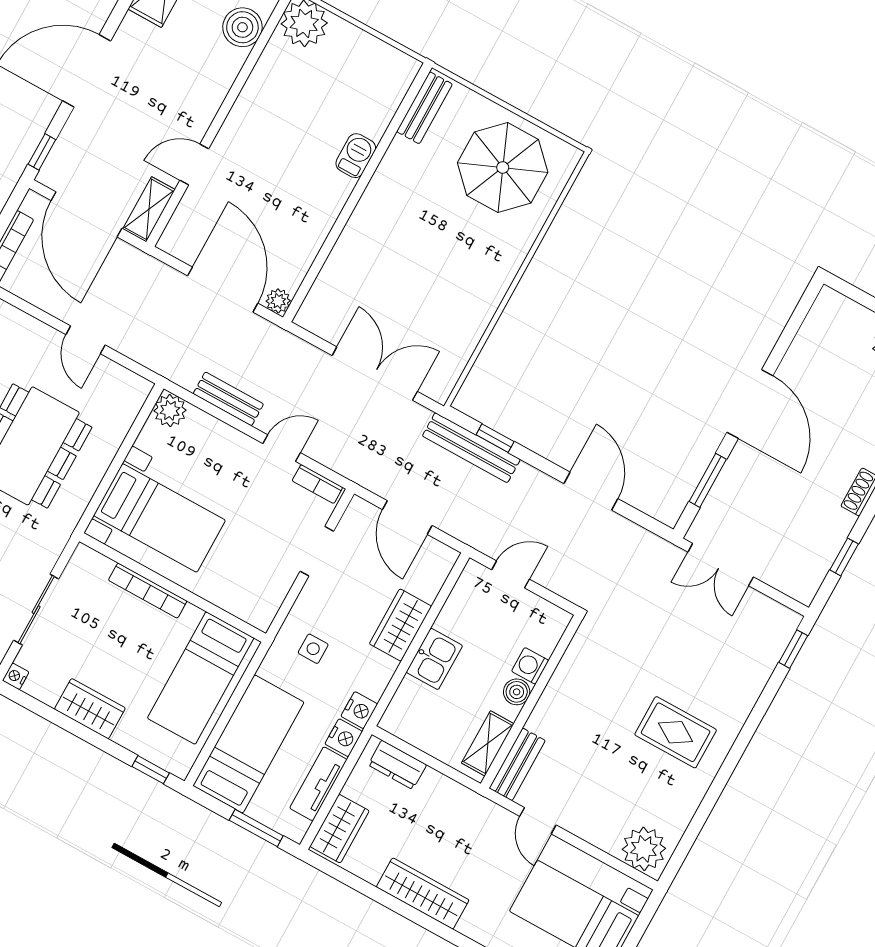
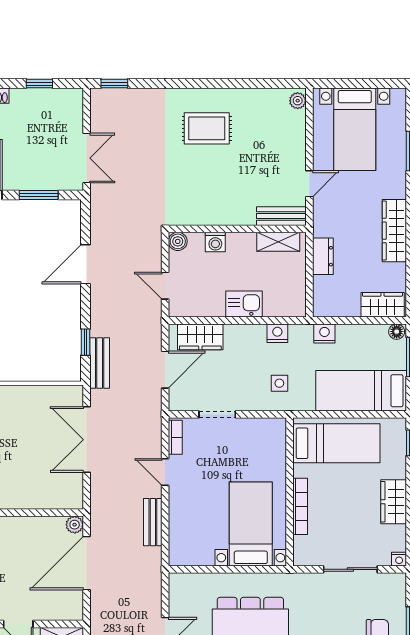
plant: (170, 410) -> (180, 554), removed
bench: (471, 448) -> (100, 363), width x0.73
wardrobe: (400, 625) -> (200, 337), moved
boiler: (517, 692) -> (178, 241), moved
nightstand: (359, 710) -> (277, 333), moved
rug: (676, 732) -> (207, 128), turned 90
dresser: (397, 765) -> (323, 256), moved
tv unit: (318, 784) -> (362, 333), removed
floor lamp: (297, 828) -> (397, 332), added
plant: (644, 849) -> (298, 101), width x0.53, depth x0.53

